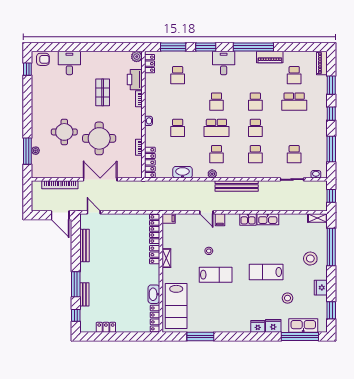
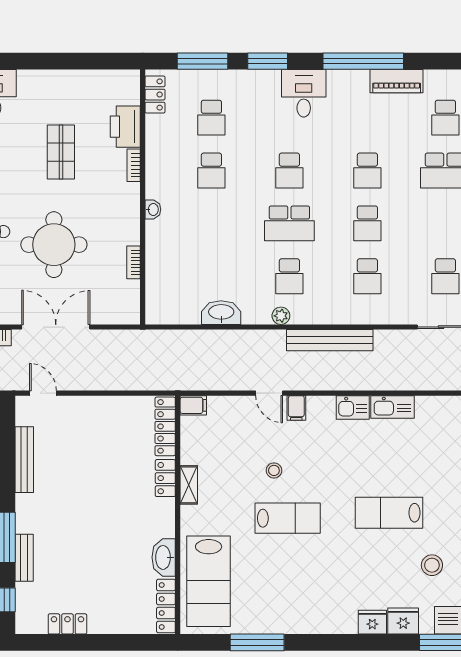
plant: (137, 57) -> (129, 80), removed
school desk: (178, 128) -> (211, 171), moved
locker: (150, 162) -> (156, 293), removed

